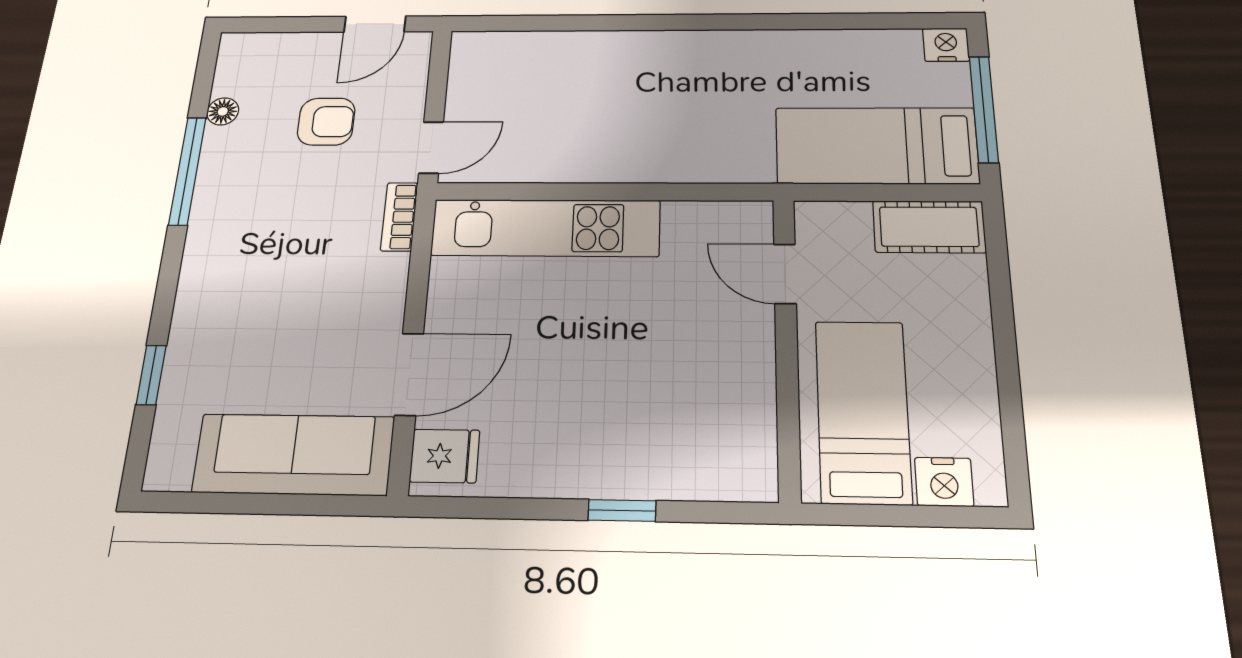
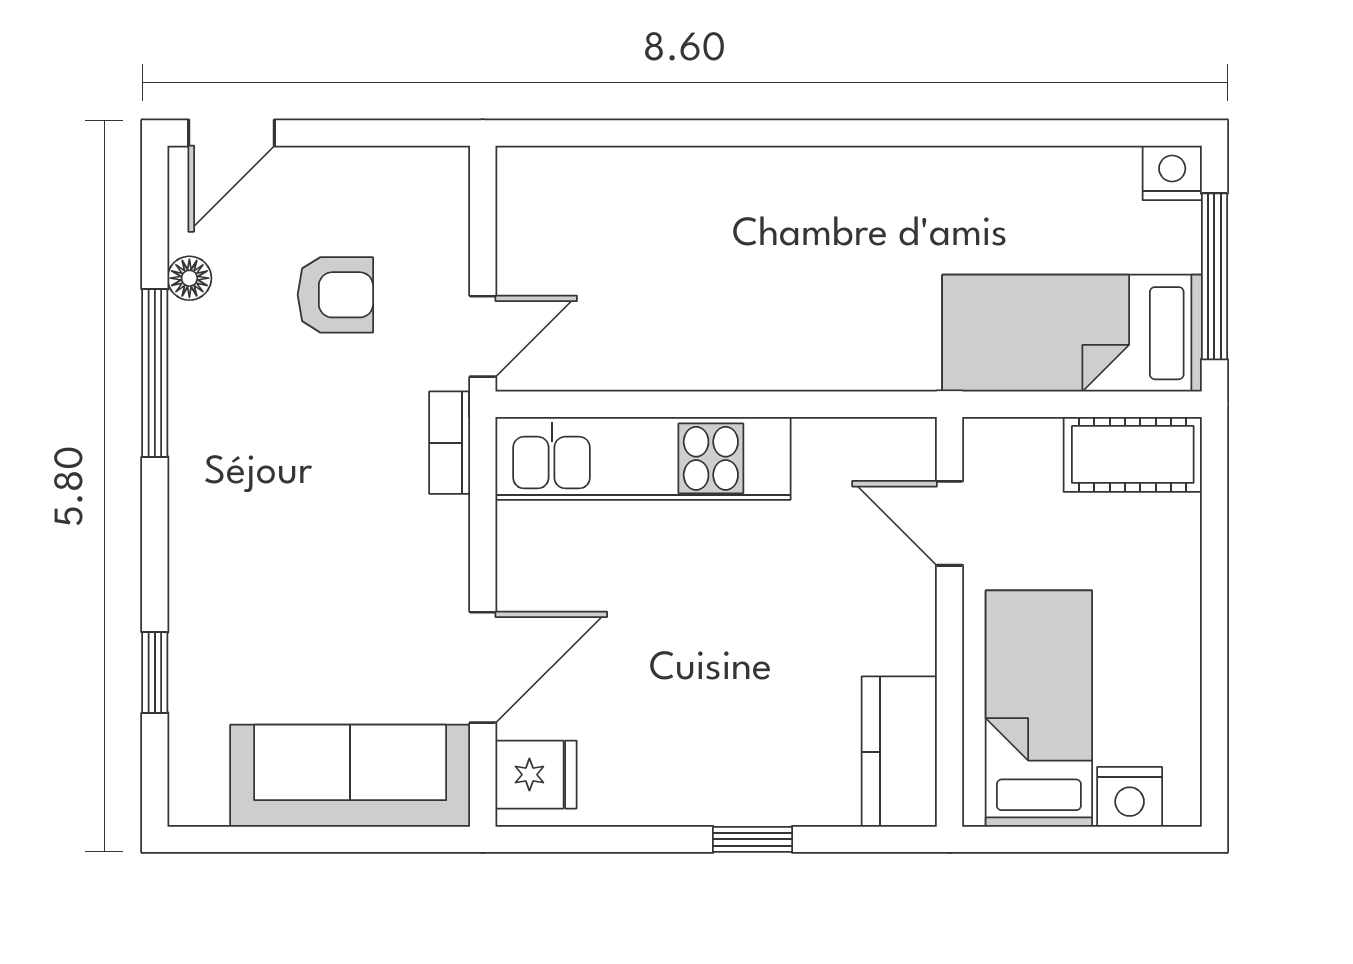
door: (375, 24) -> (231, 133), moved
kitchen counter: (746, 443) -> (899, 752), added

